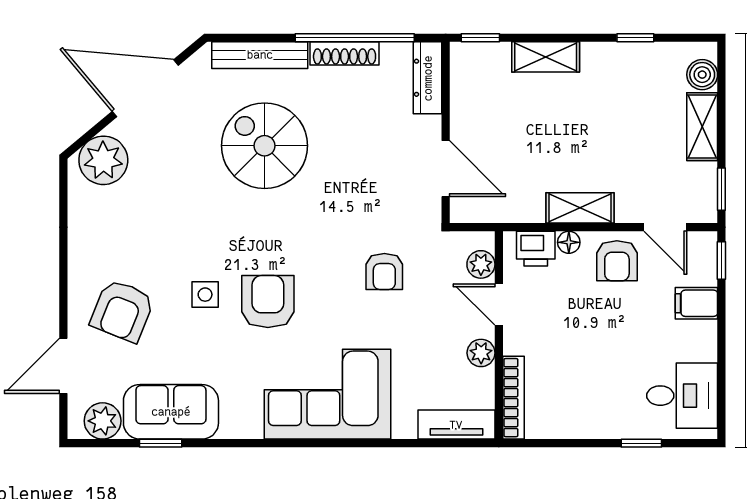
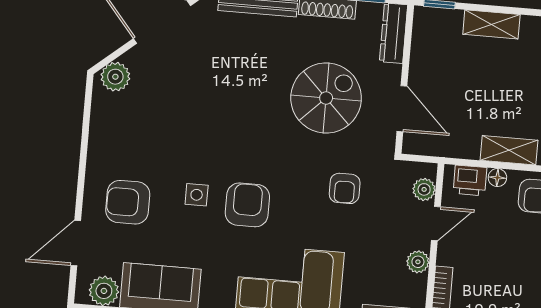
spiral stairs: (265, 146) -> (326, 98), moved, turned 90
plant: (103, 160) -> (115, 77), width x0.73, depth x0.73
door: (499, 305) -> (436, 224), swing flipped
armchair: (122, 311) -> (128, 202), turned 68

